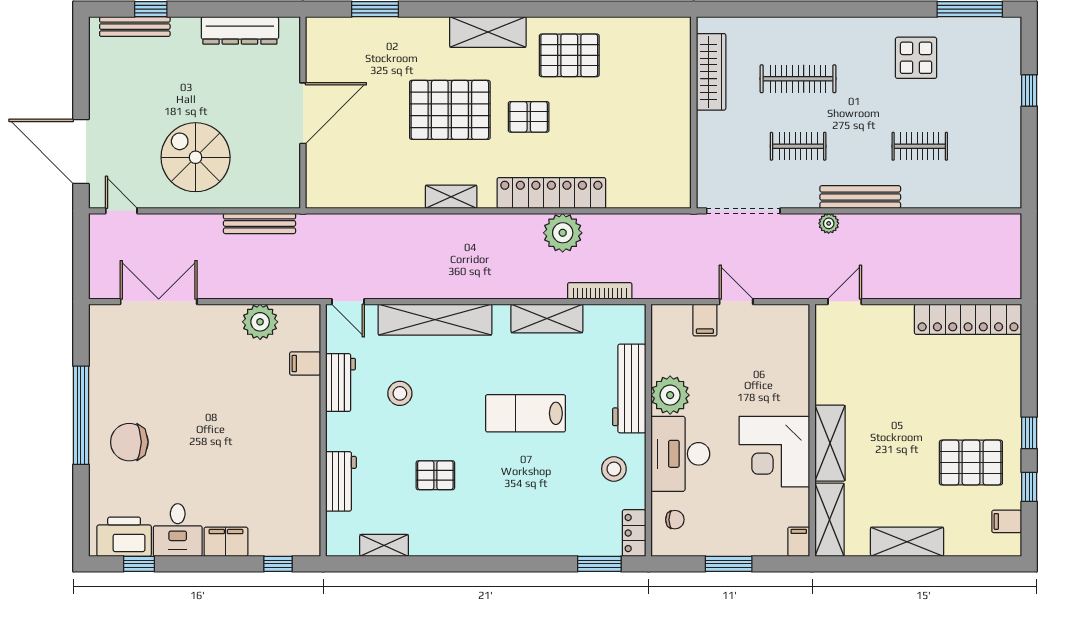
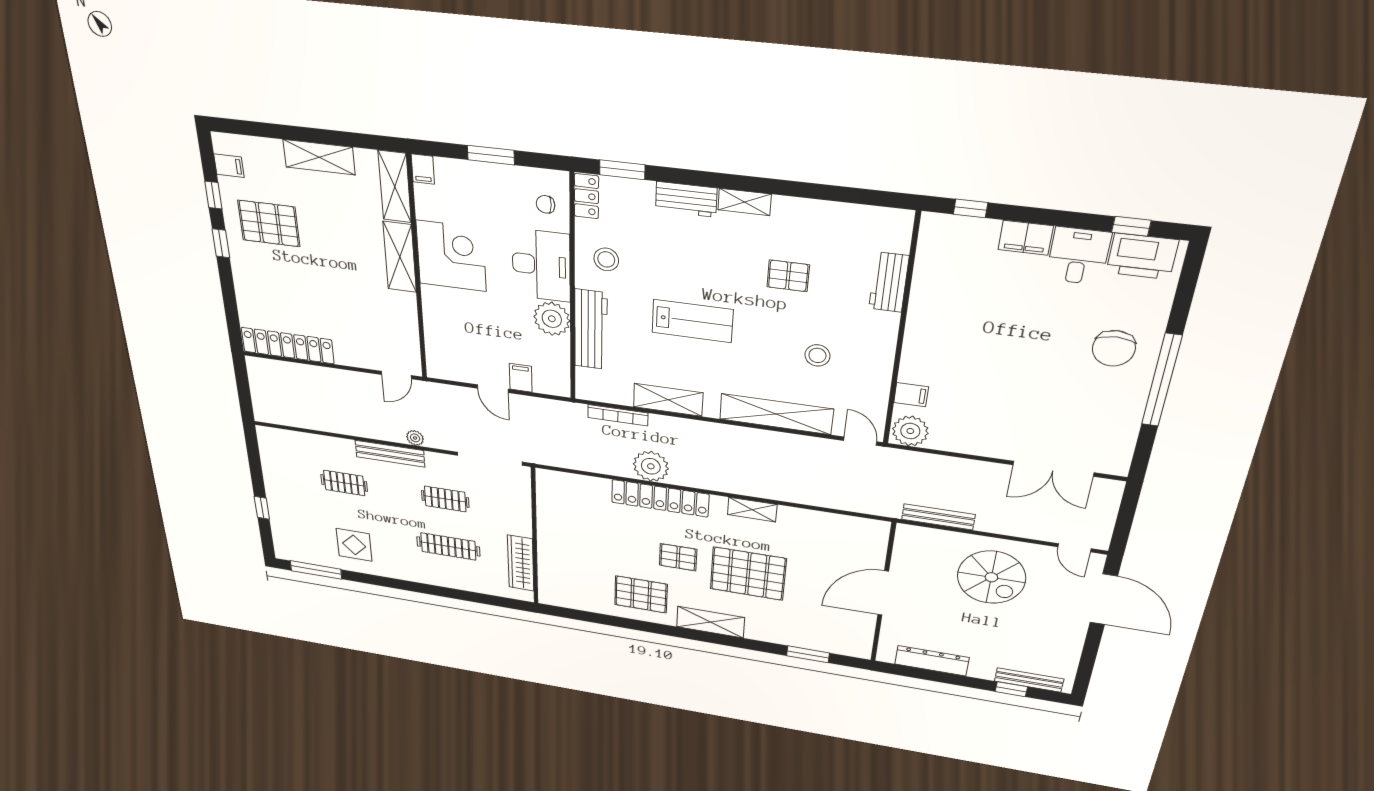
plant: (260, 322) -> (910, 431), moved
workbench: (341, 383) -> (686, 199), moved, turned -90
chair: (129, 442) -> (1114, 348), turned 90
shelving: (384, 545) -> (744, 202), moved

